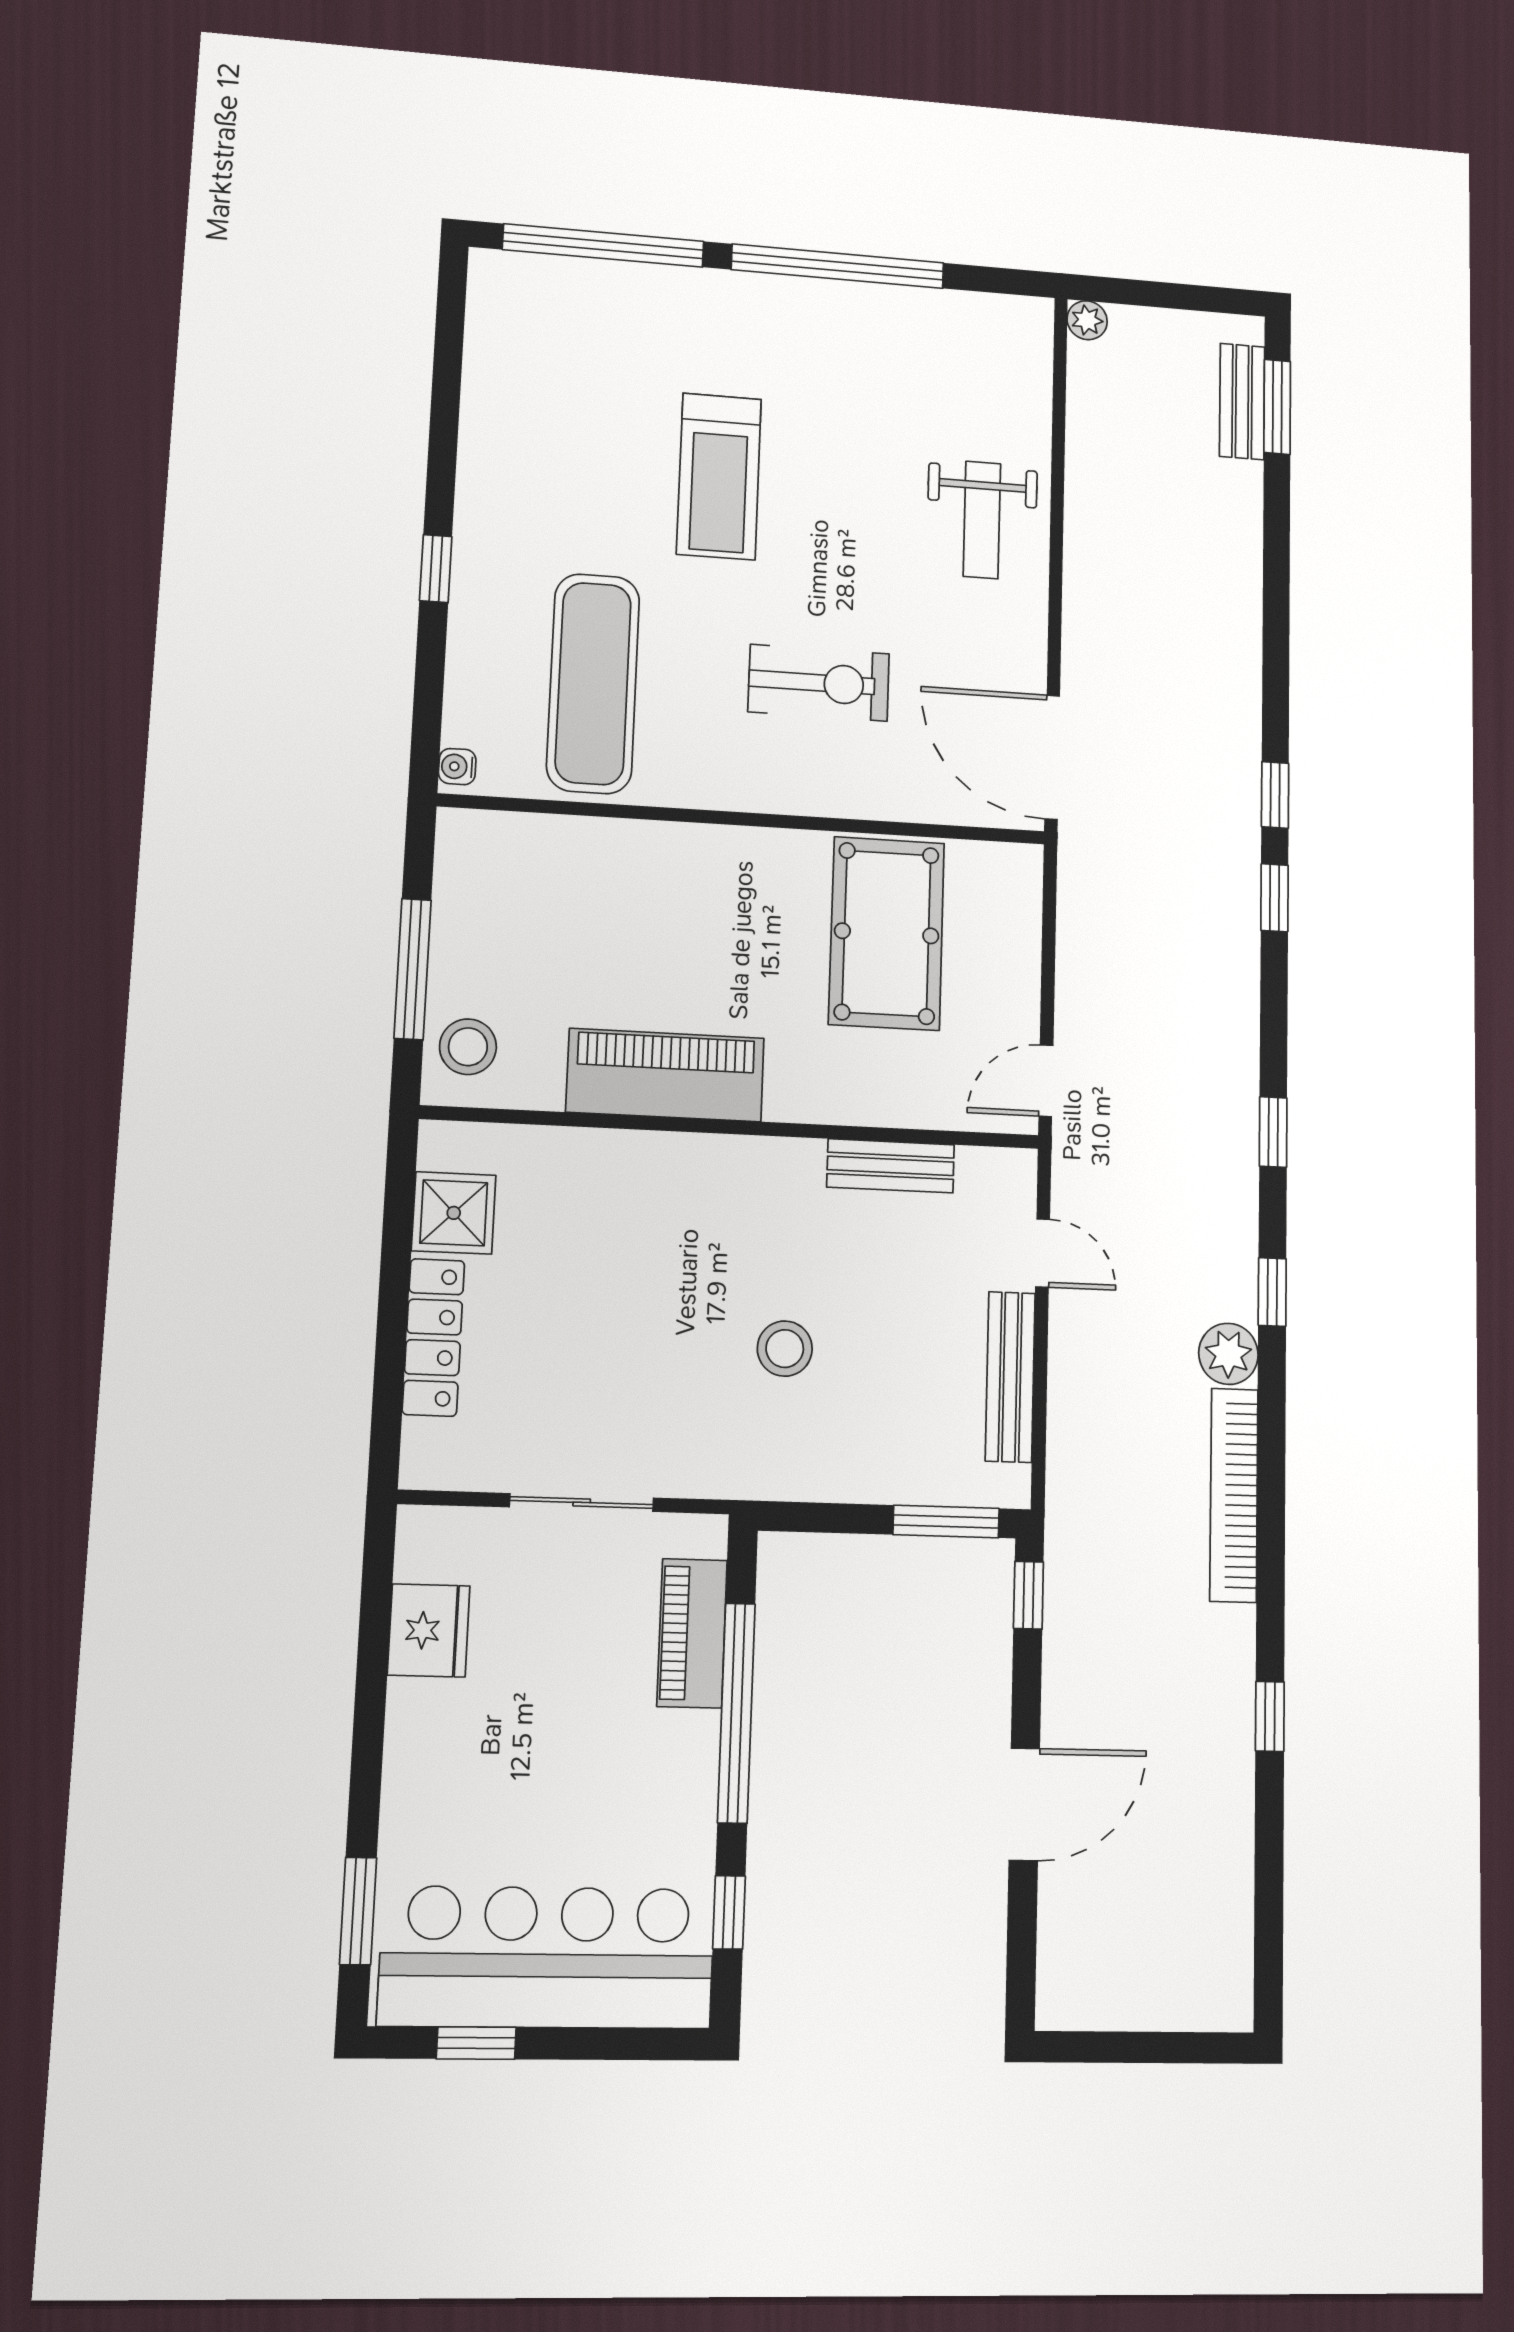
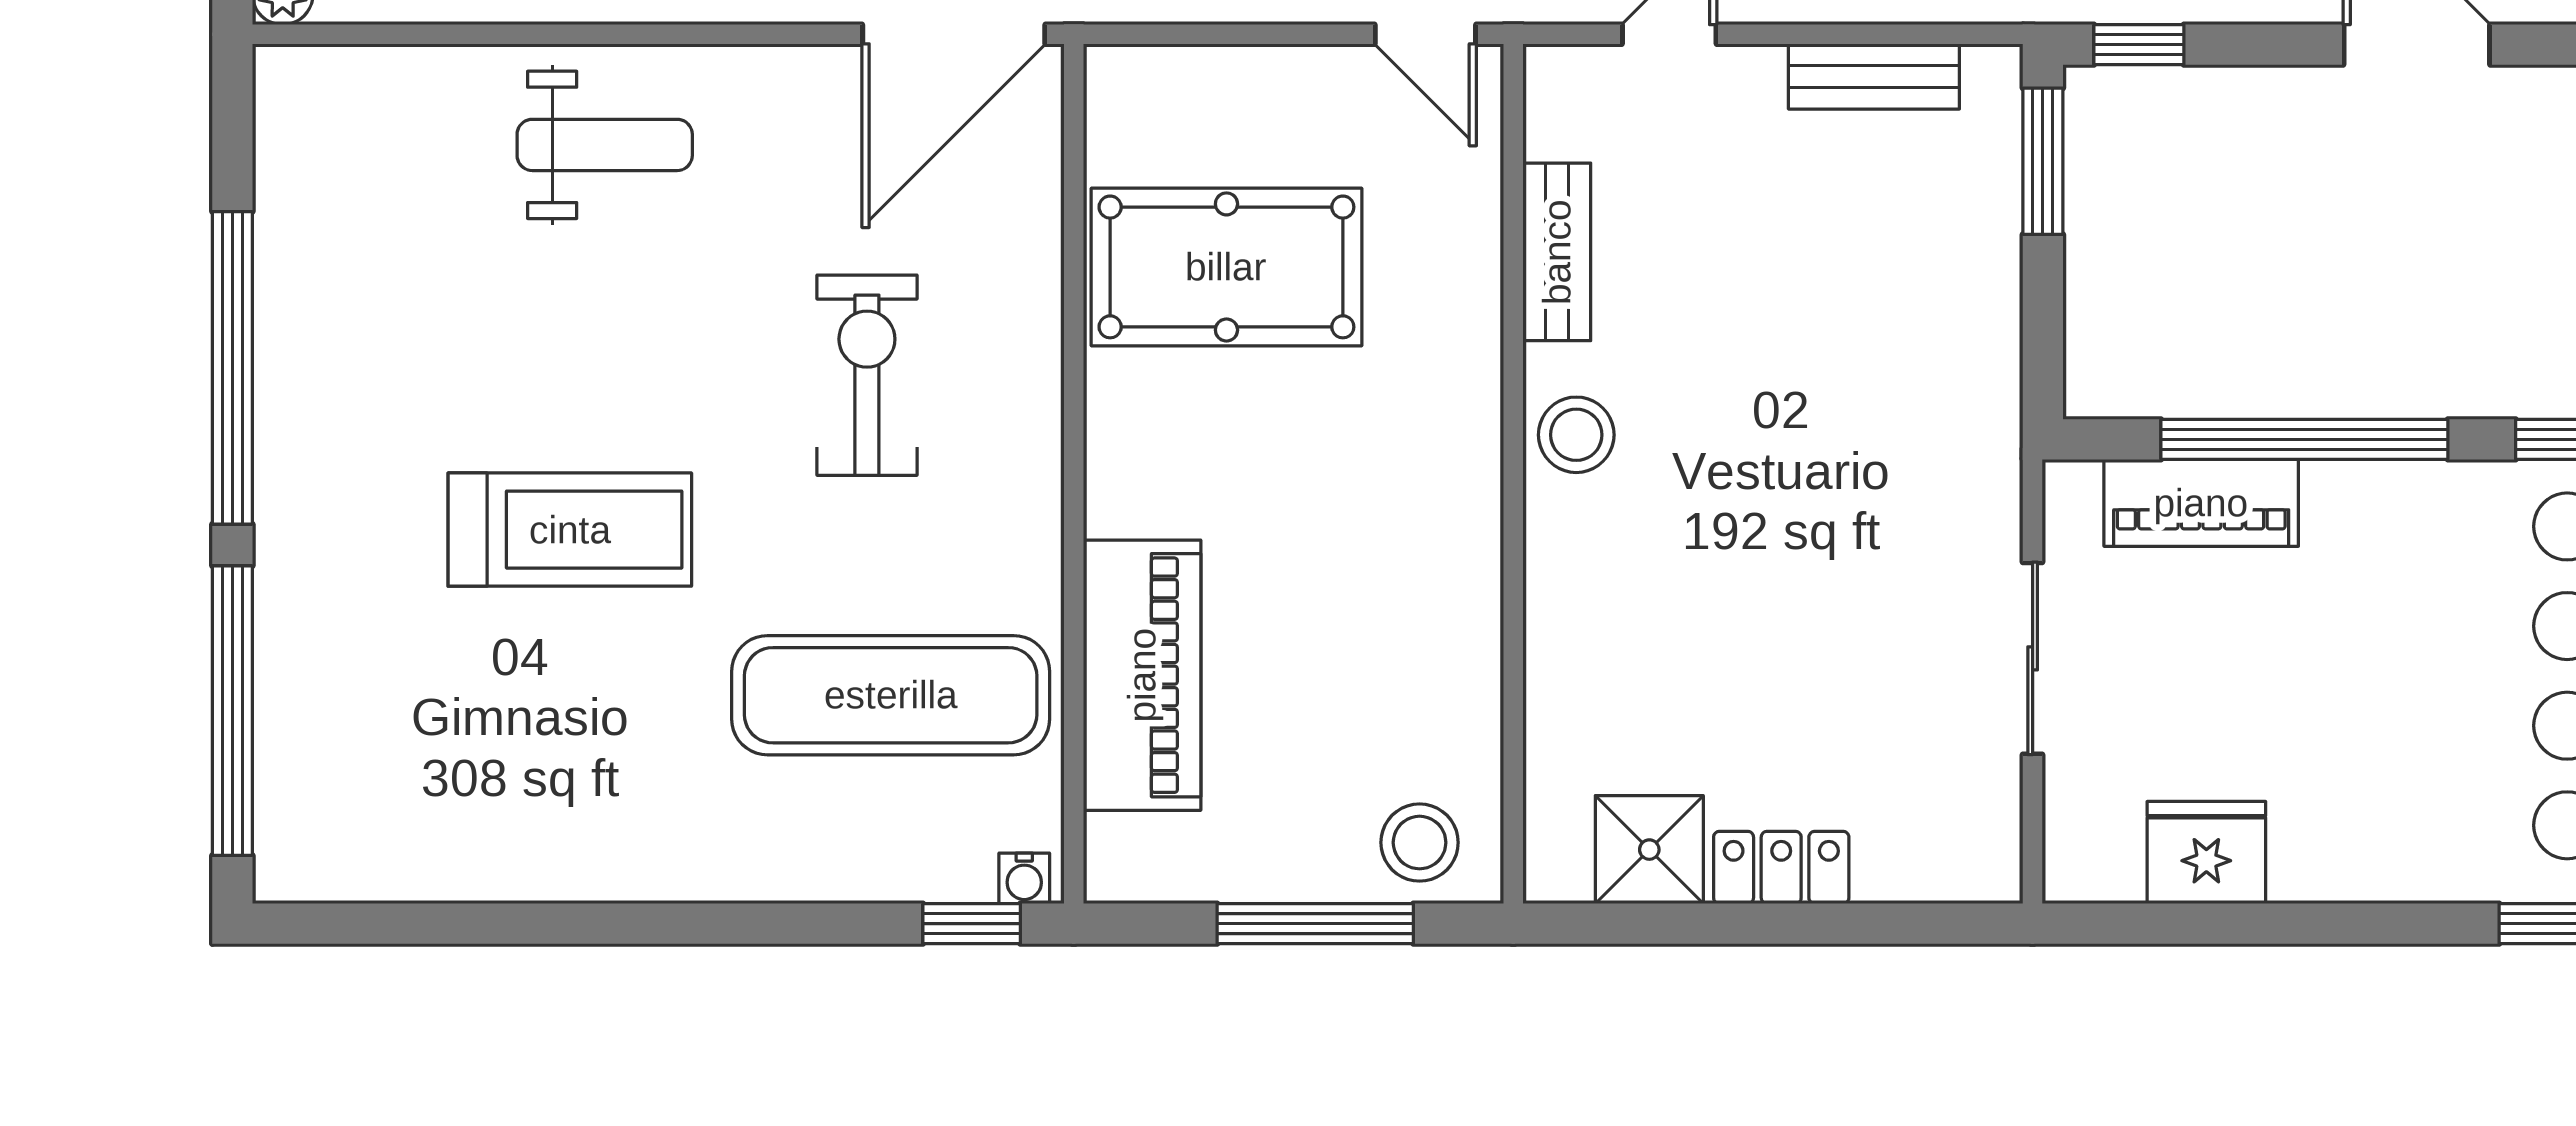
window: (436, 569) -> (972, 924), moved
piano: (665, 1075) -> (1142, 675), moved, turned 180
locker: (433, 1337) -> (1781, 867), width x0.66
stool: (785, 1349) -> (1576, 435), moved
bench: (1010, 1377) -> (1874, 76), width x0.73

